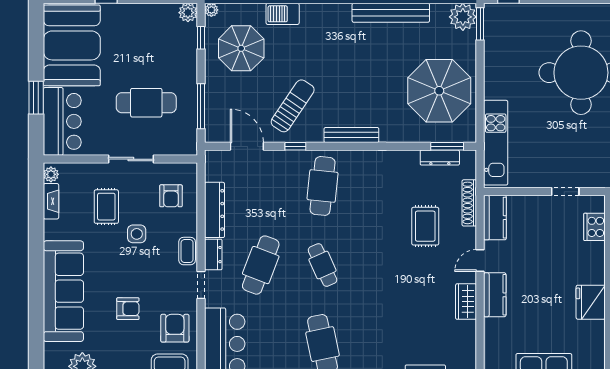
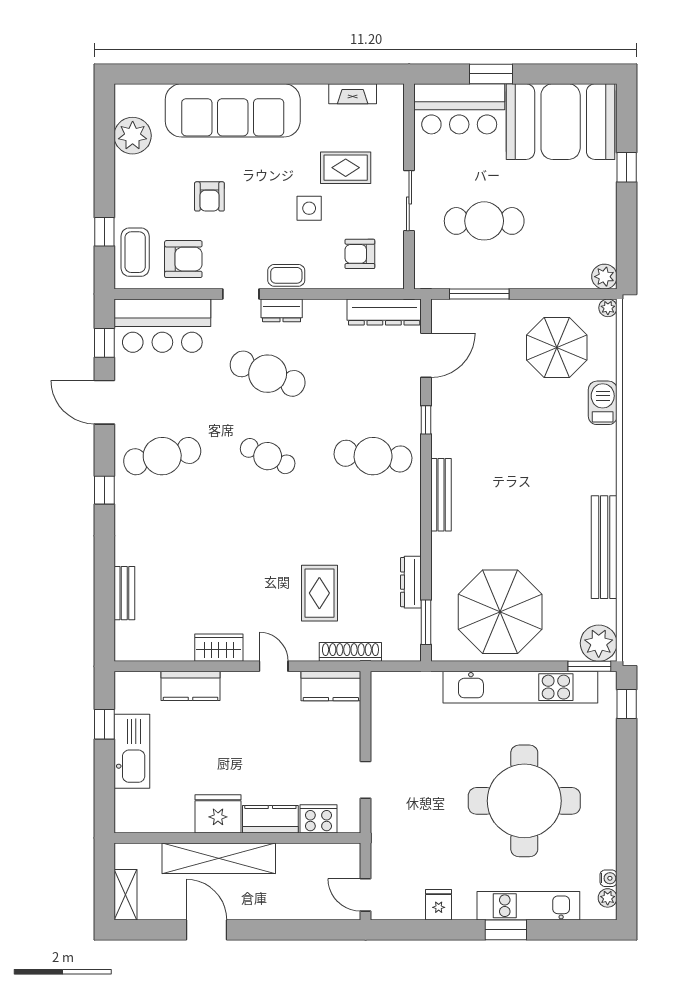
window: (201, 38) -> (571, 294), removed
cafe table: (146, 103) -> (484, 221), turned 90
sun lounger: (293, 106) -> (480, 416), removed
kitchen unit: (496, 143) -> (520, 687), moved, width x1.36
dresser: (440, 158) -> (411, 582), moved
plant: (51, 174) -> (389, 94), removed
dresser: (215, 210) -> (384, 312), moved
rug: (425, 226) -> (319, 593), turned 90
kitchen counter: (595, 263) -> (270, 819), added
cafe table: (323, 265) -> (268, 456), turned 48
kitchen counter: (495, 295) -> (191, 686), moved

